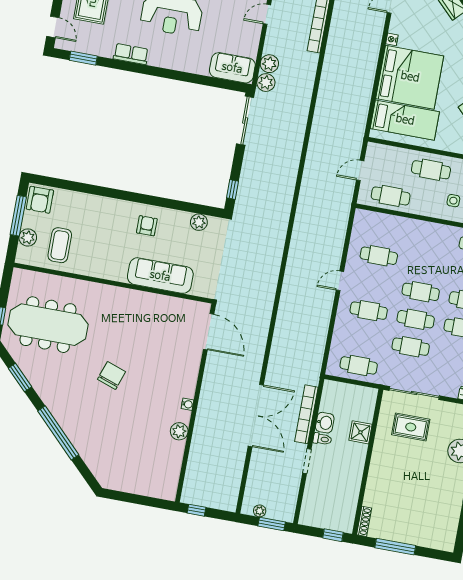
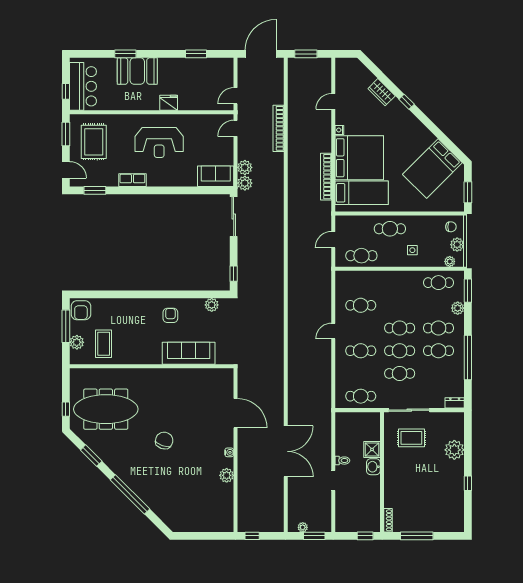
door: (209, 332) -> (236, 413), moved
bookcase: (306, 414) -> (326, 177), moved
washbasin: (325, 423) -> (373, 467), moved, turned 180

